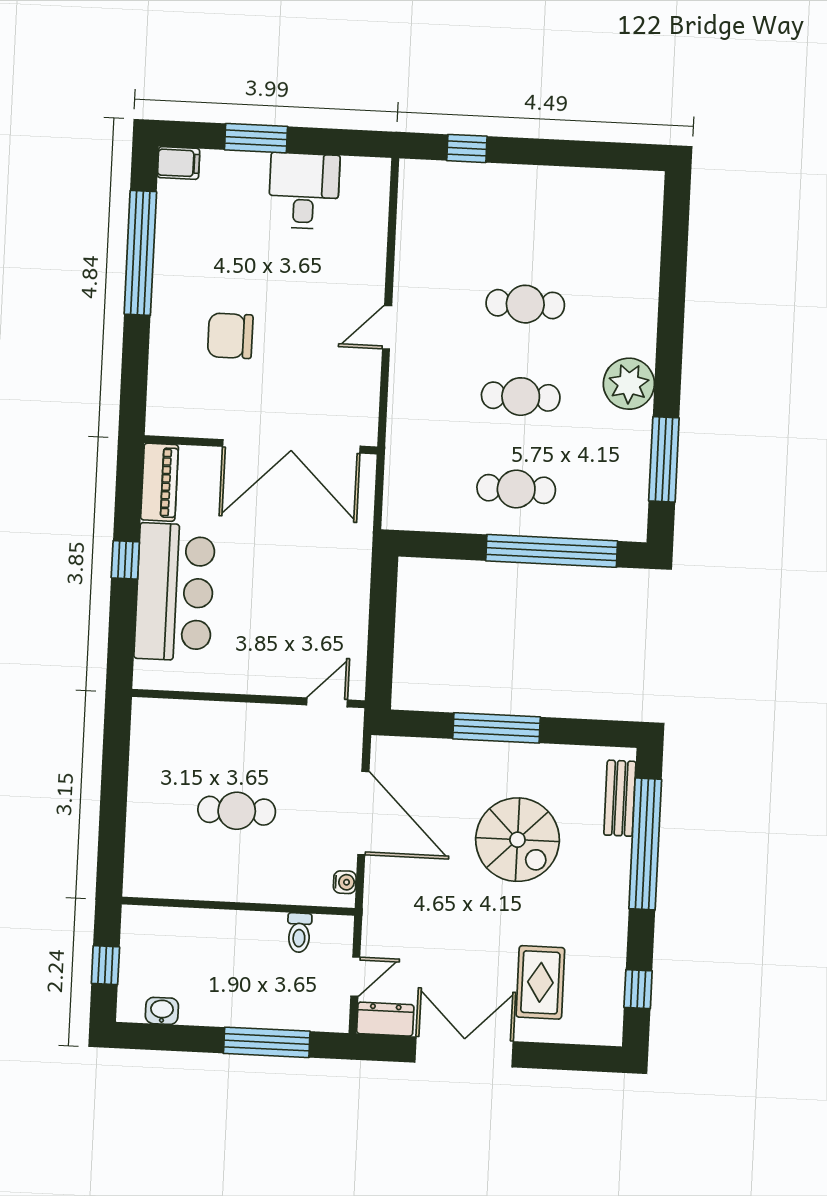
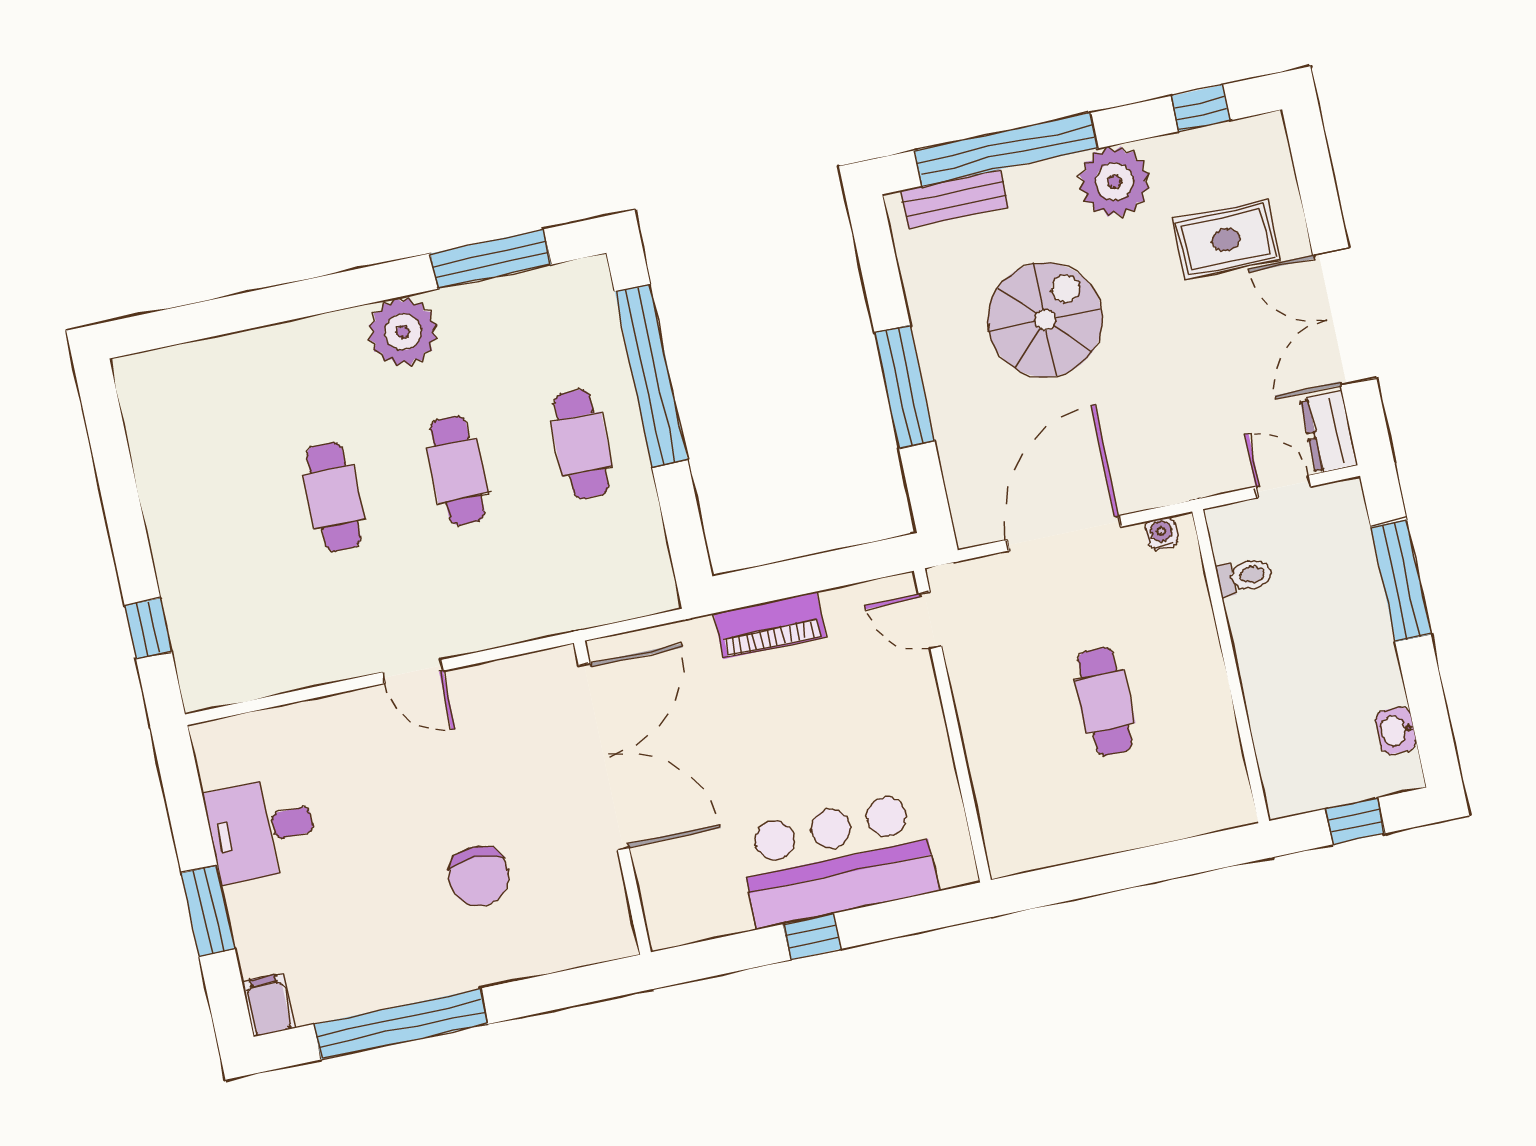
piano: (159, 482) -> (770, 625), moved, turned 180
plant: (602, 914) -> (1114, 182), added

